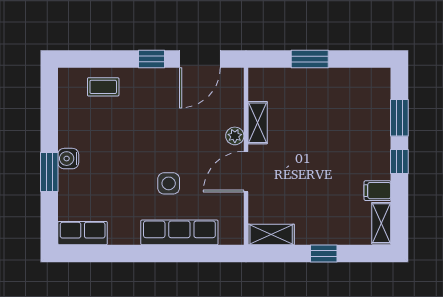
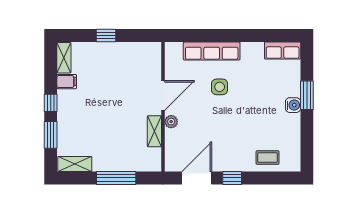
window: (310, 59) -> (116, 178), width x1.44
shelving: (271, 234) -> (75, 164), moved

